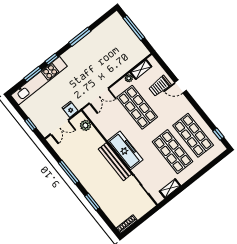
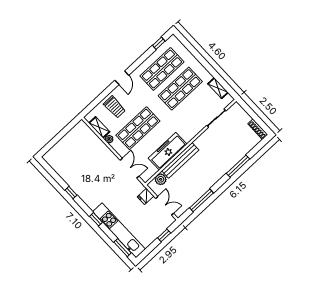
window: (134, 28) -> (57, 138), removed
window: (80, 37) -> (71, 193), width x0.46
window: (33, 74) -> (122, 248), moved
door: (180, 87) -> (122, 78), moved
freezer: (125, 150) -> (168, 151), moved
bench: (115, 162) -> (180, 160), moved
window: (69, 172) -> (202, 200), moved
window: (92, 202) -> (238, 166), width x1.44

